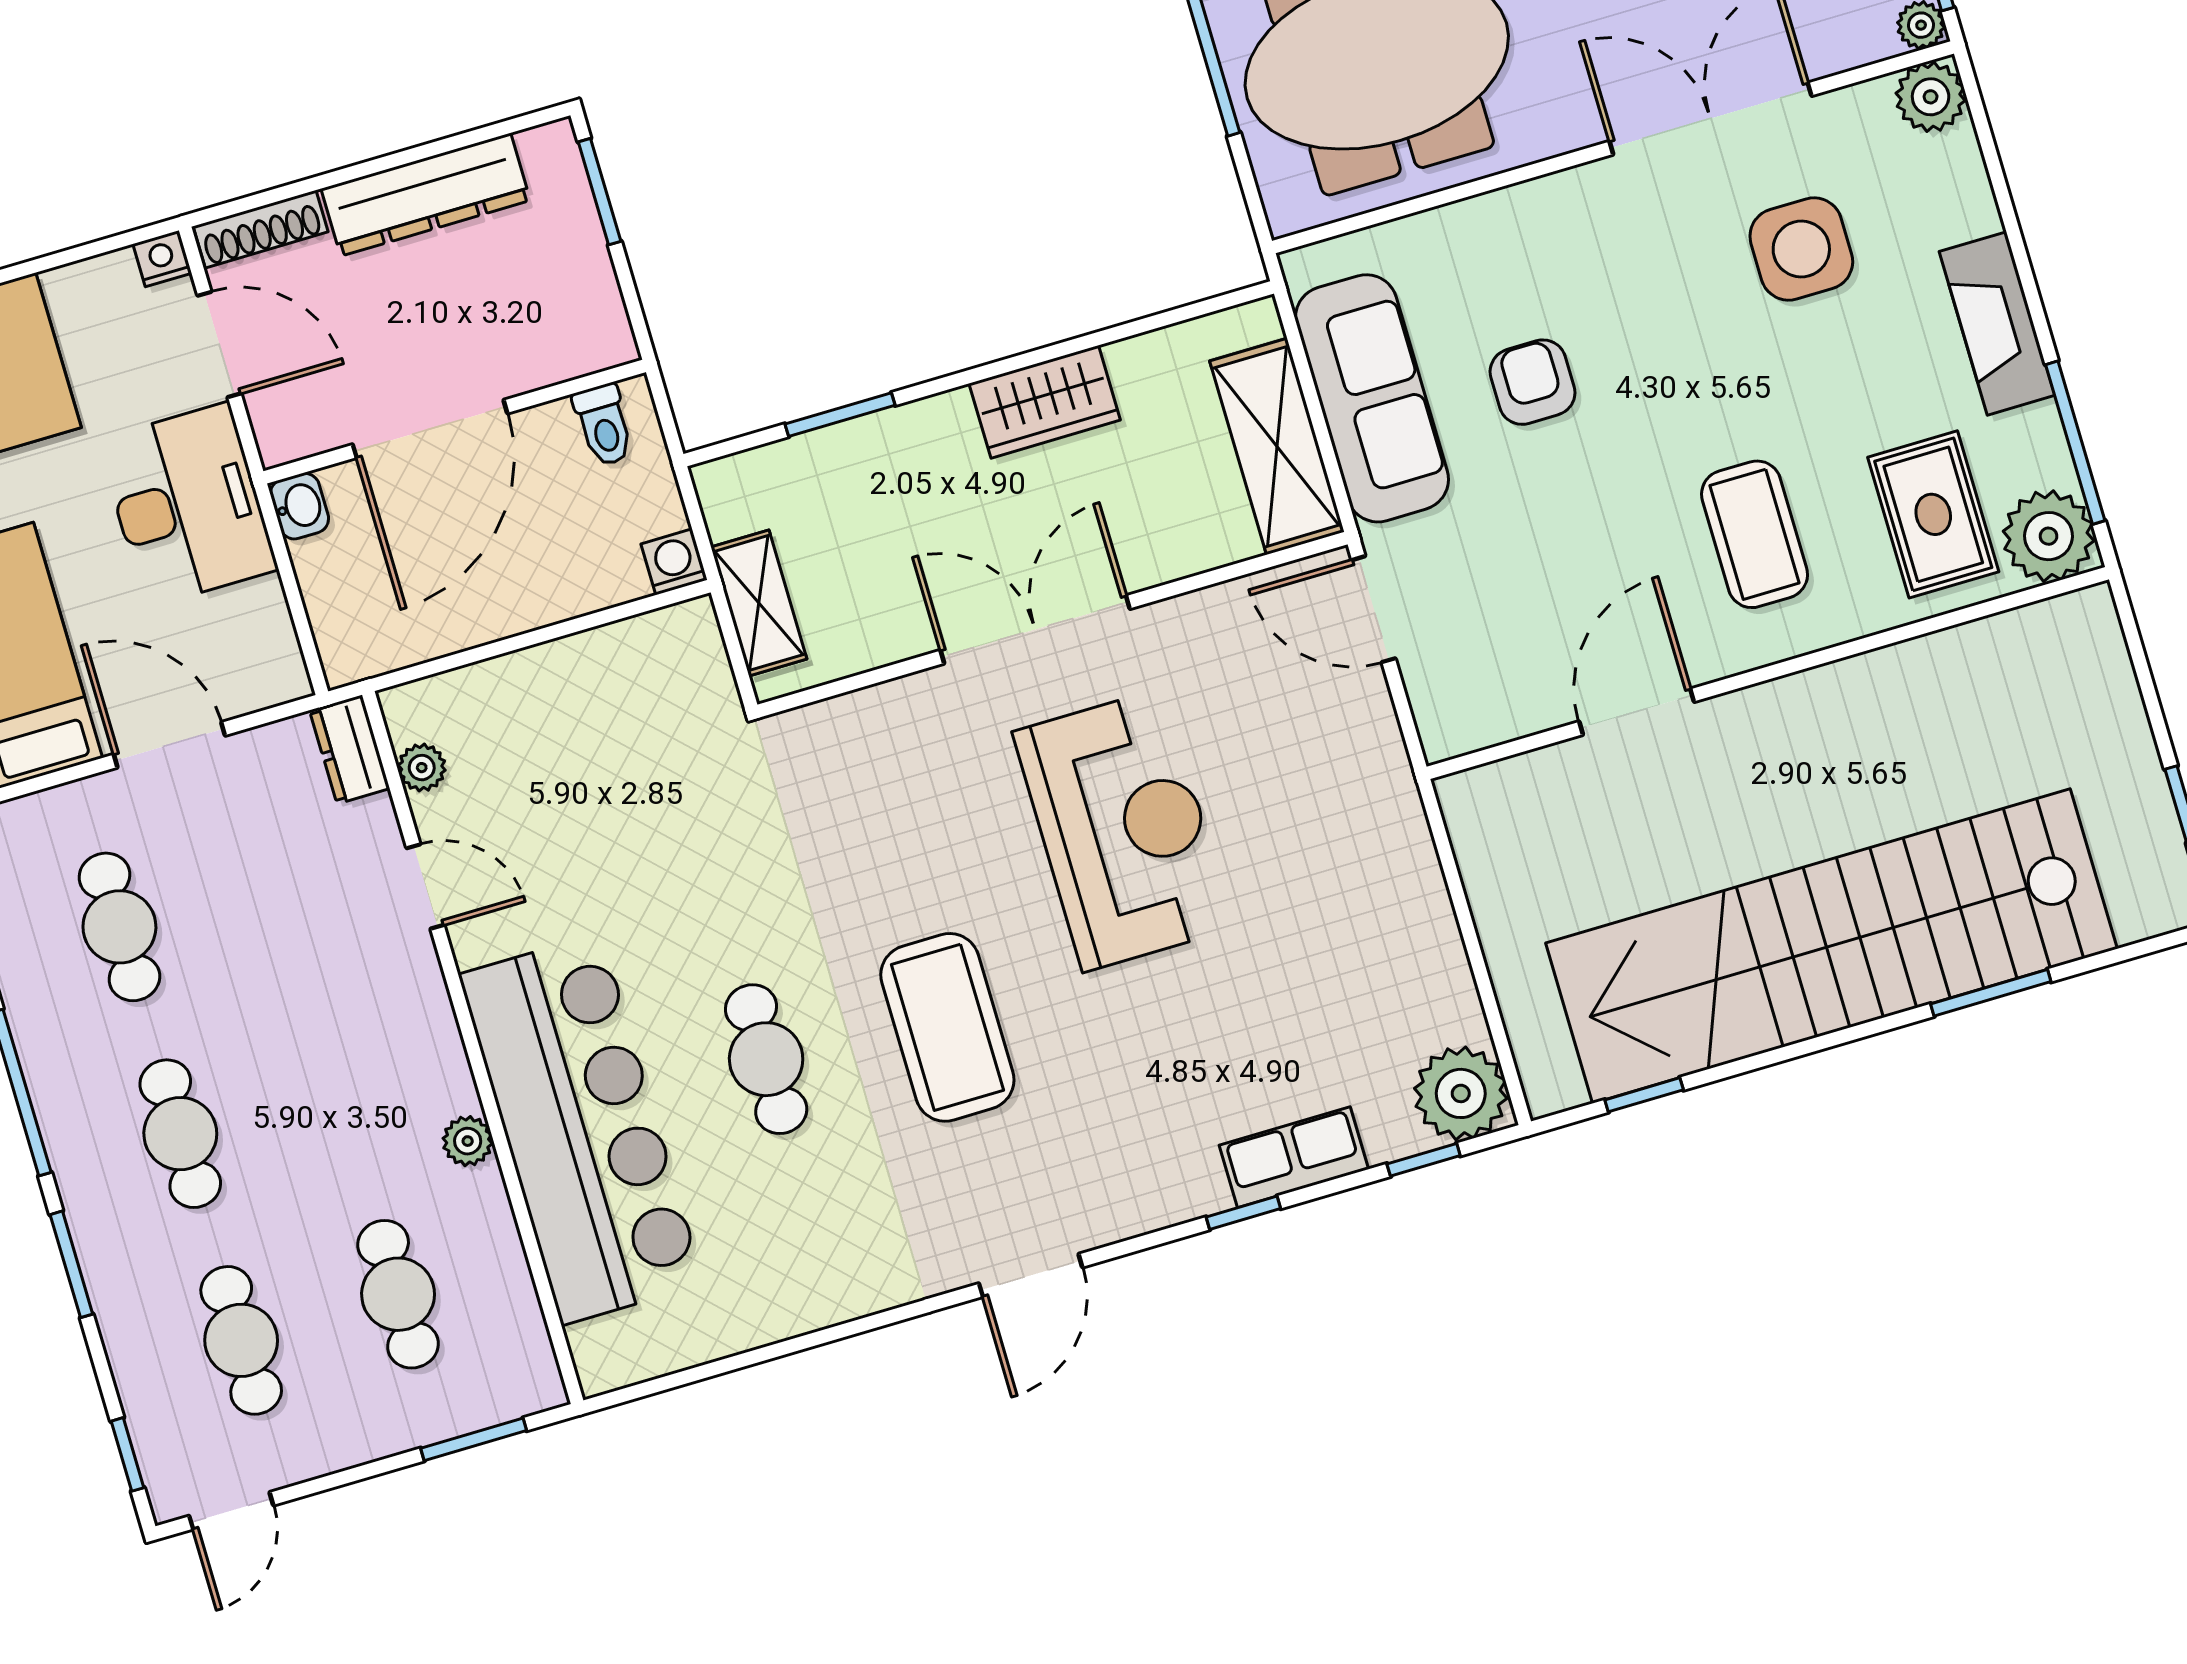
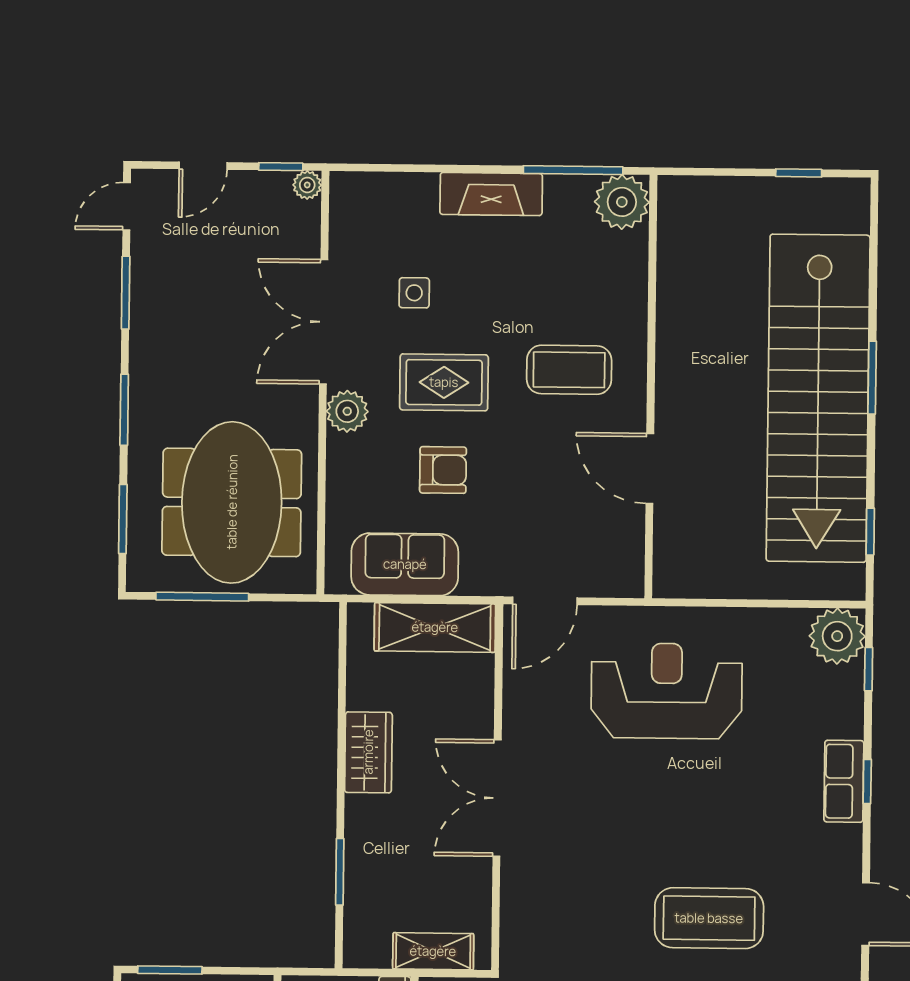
plant: (1931, 97) -> (347, 411), moved
side table: (1801, 249) -> (414, 293), width x0.54, depth x0.54
armchair: (1533, 382) -> (443, 470), turned 180
sofa: (1372, 398) -> (405, 564), width x0.73
rug: (1933, 514) -> (444, 382), moved
reception desk: (1123, 830) -> (667, 691), moved
window: (1991, 993) -> (872, 378), moved
row of seats: (1294, 1157) -> (844, 781), moved

